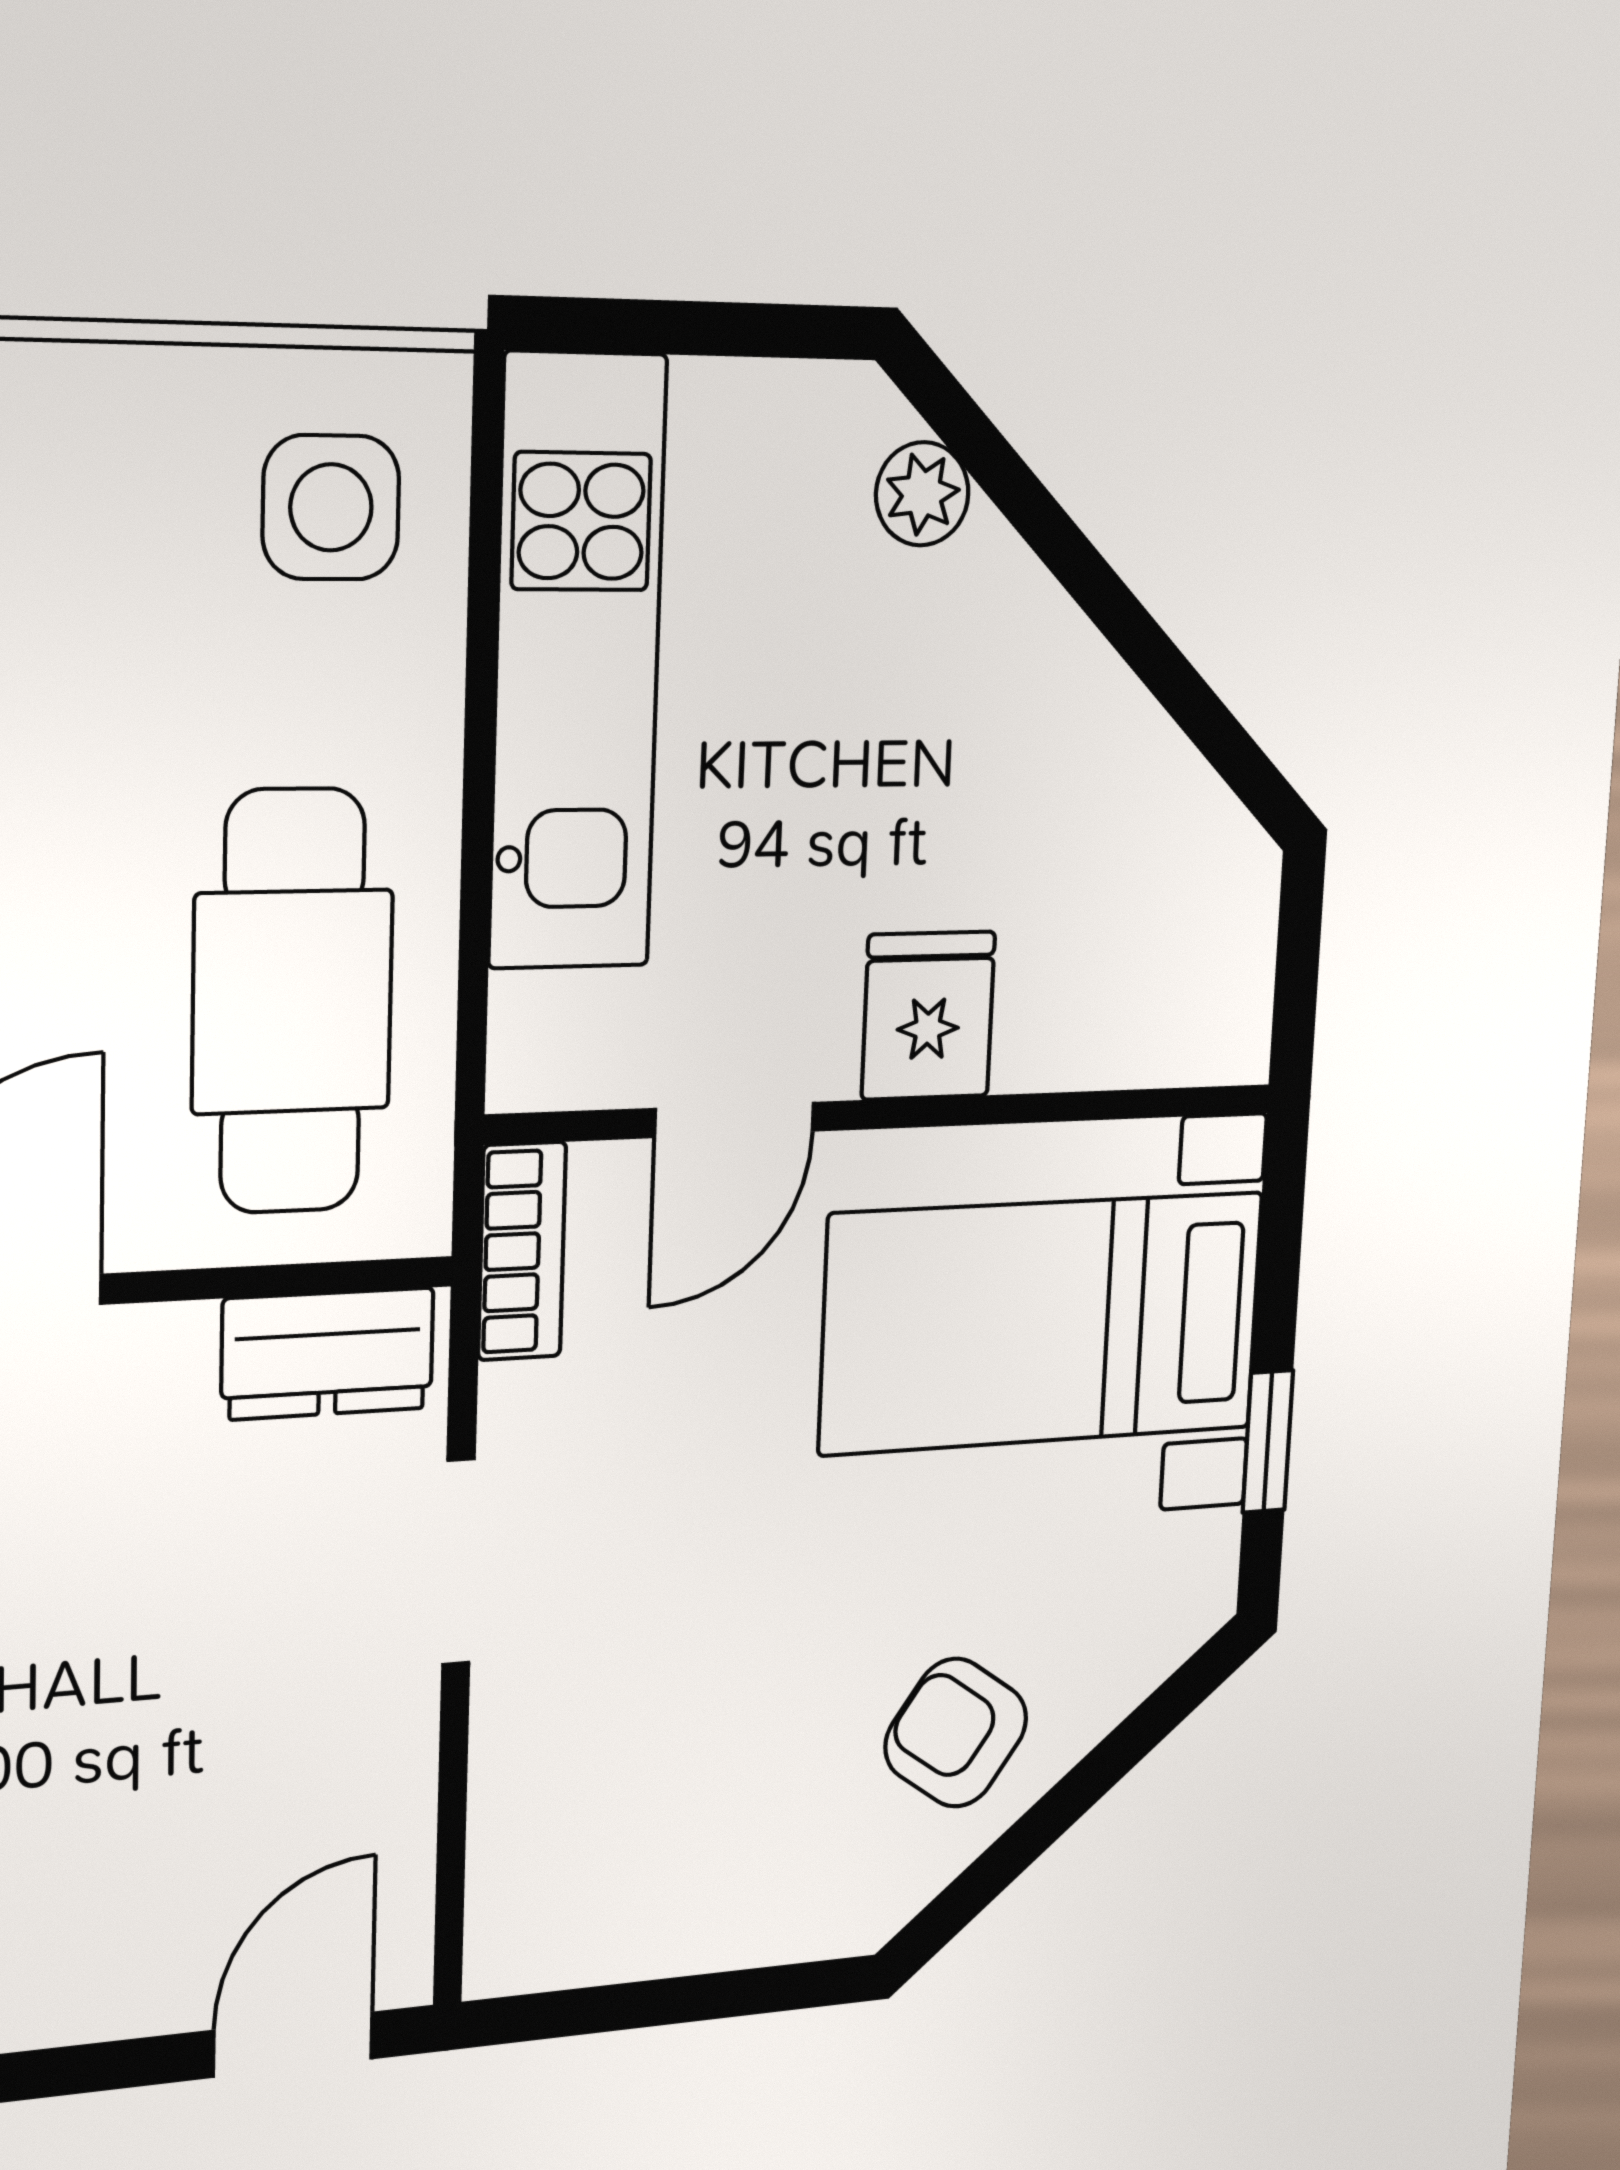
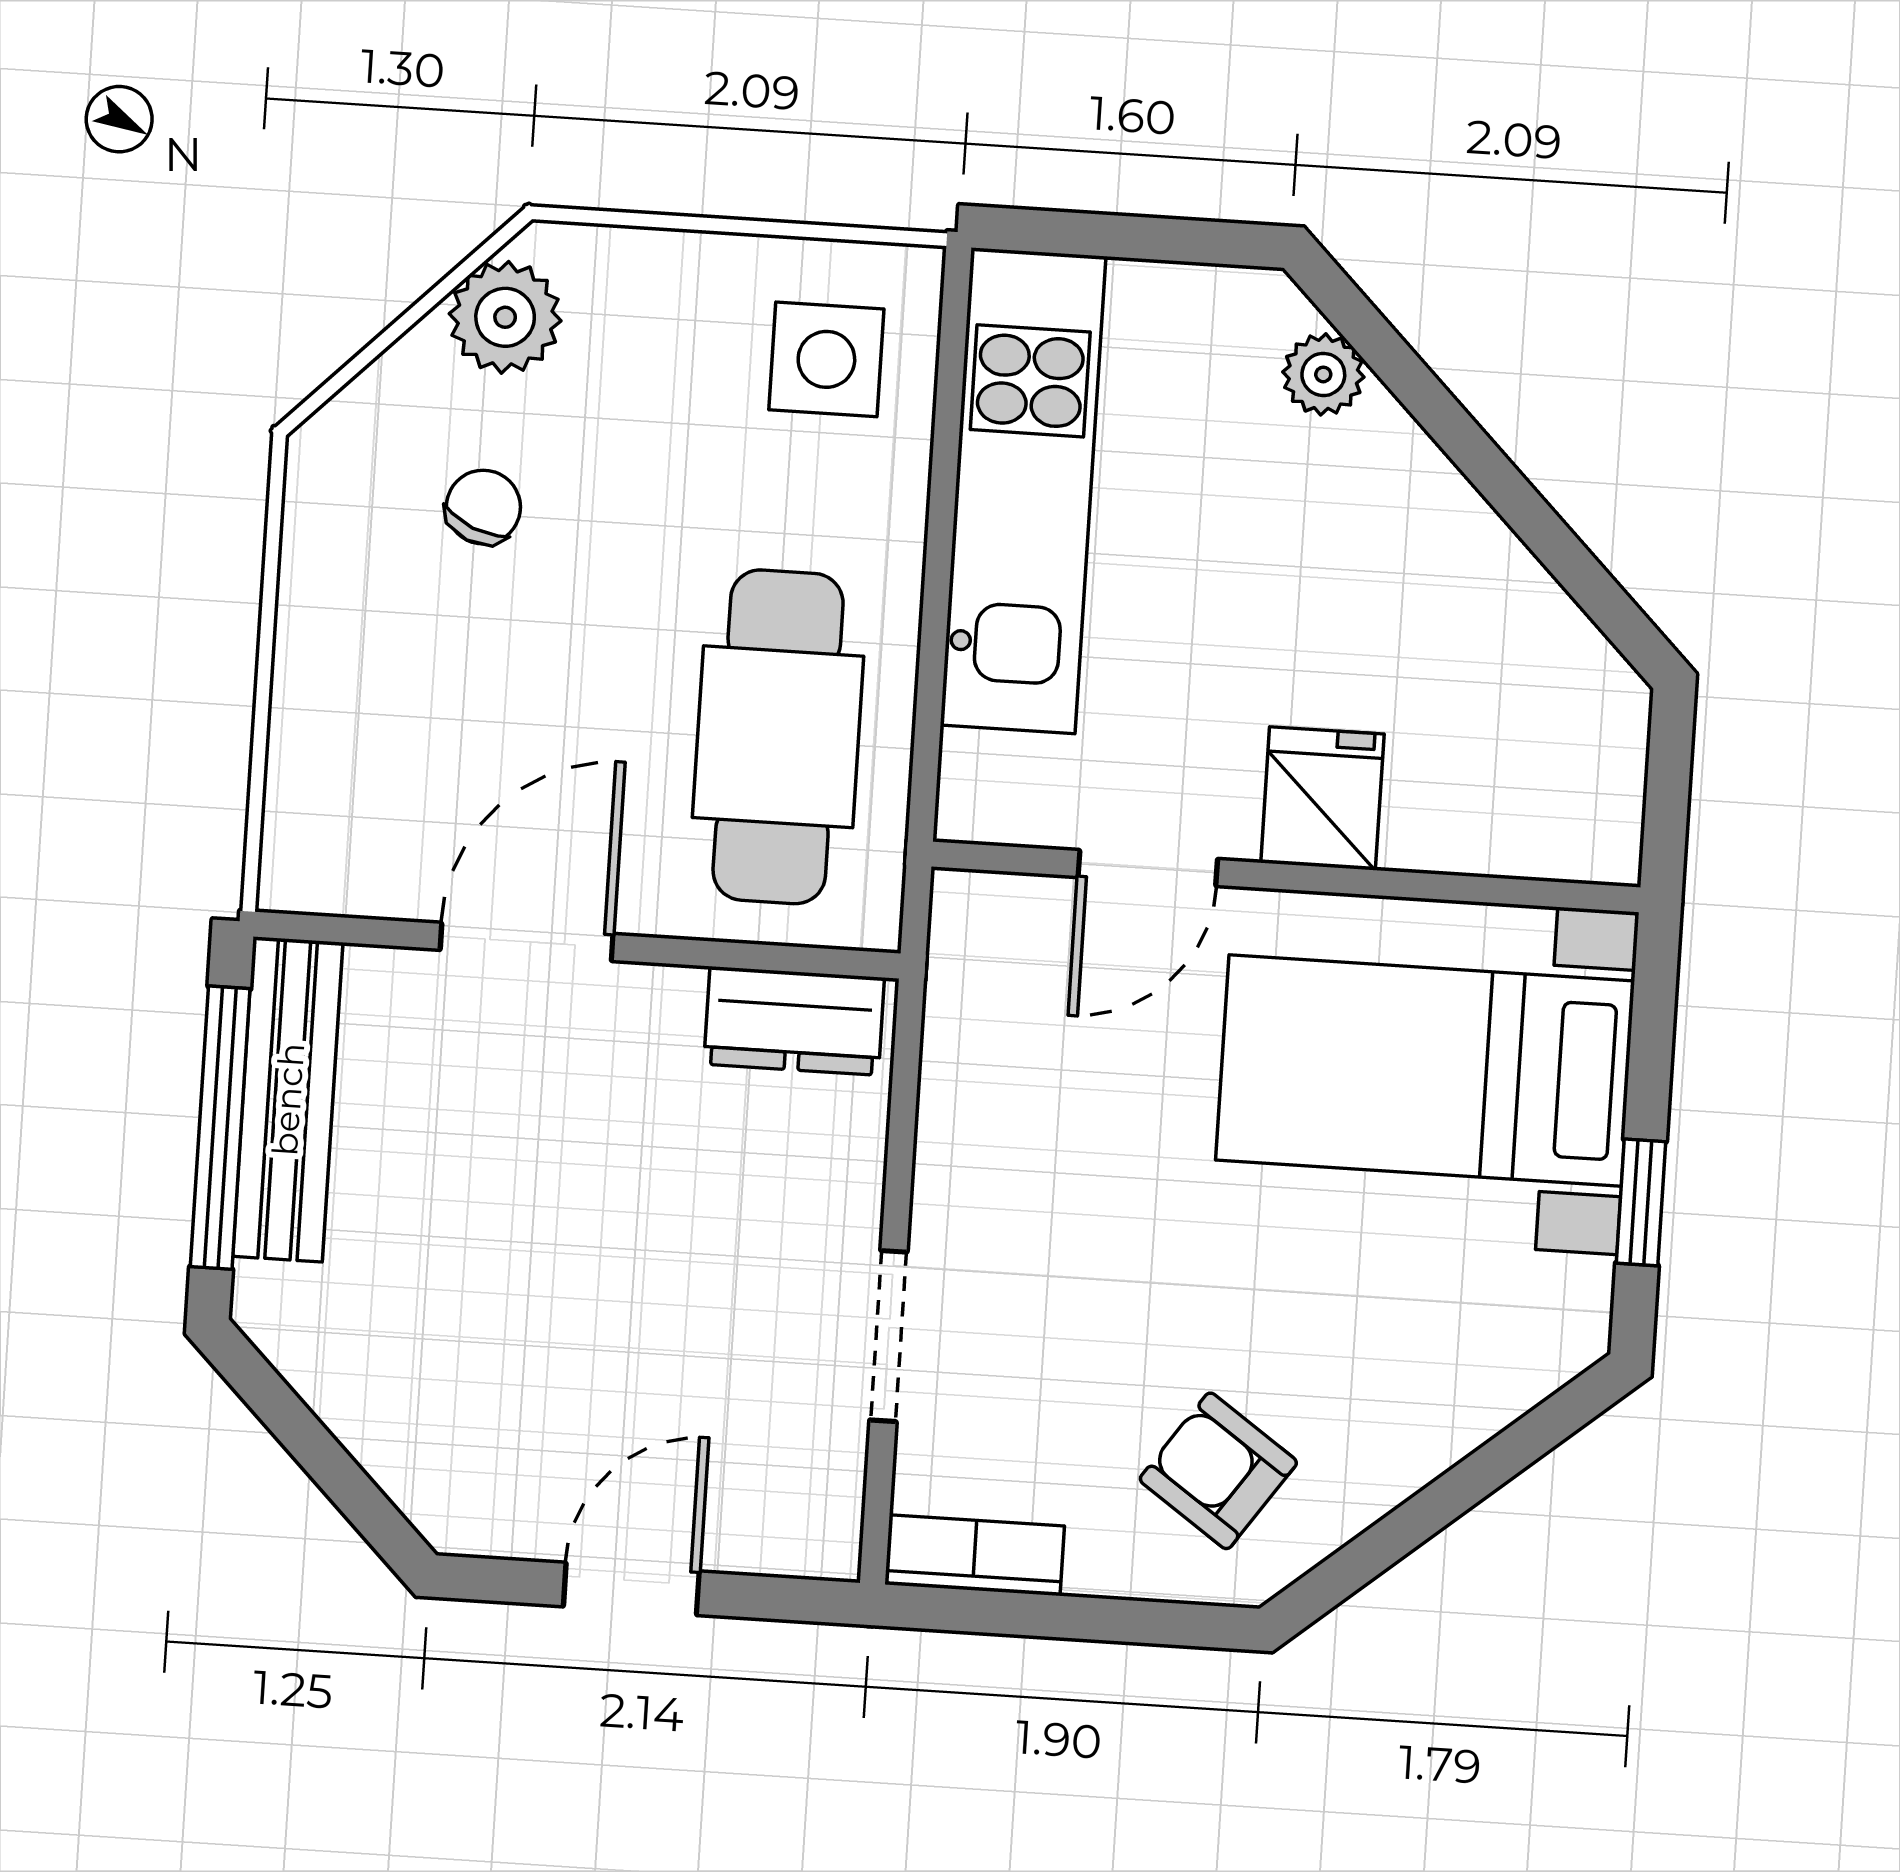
bookcase: (522, 1251) -> (975, 1555), moved, turned -90
doorway: (458, 1562) -> (888, 1336), moved
armchair: (956, 1733) -> (1218, 1471), moved
door: (293, 2045) -> (631, 1589), moved

